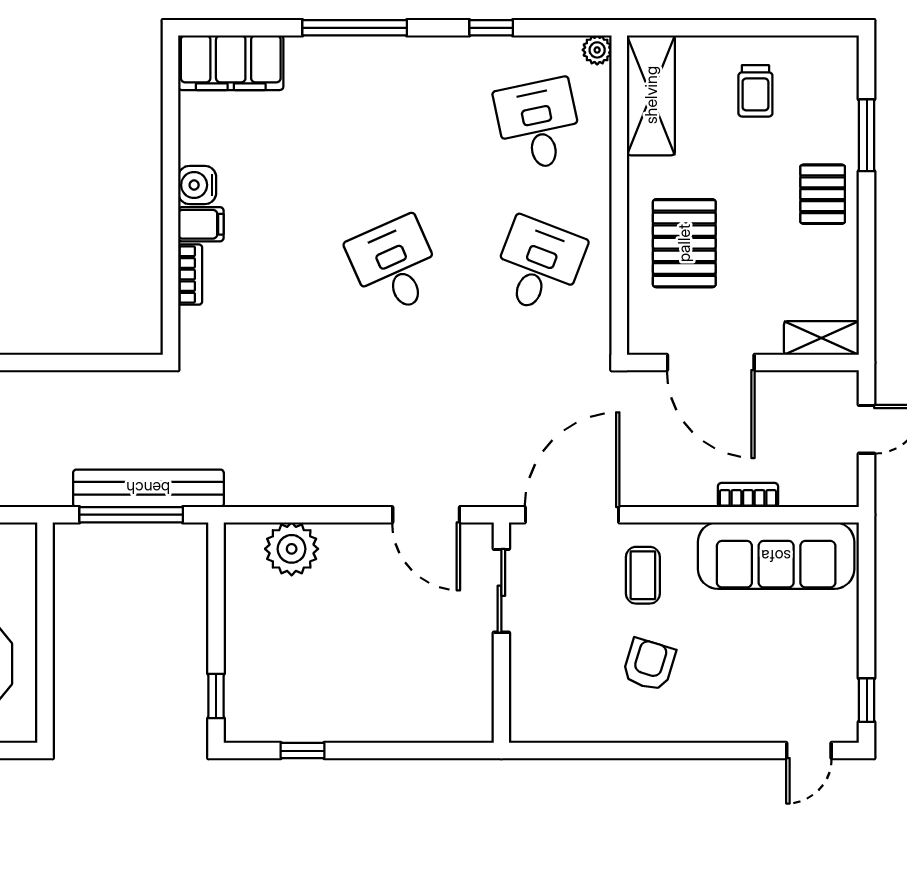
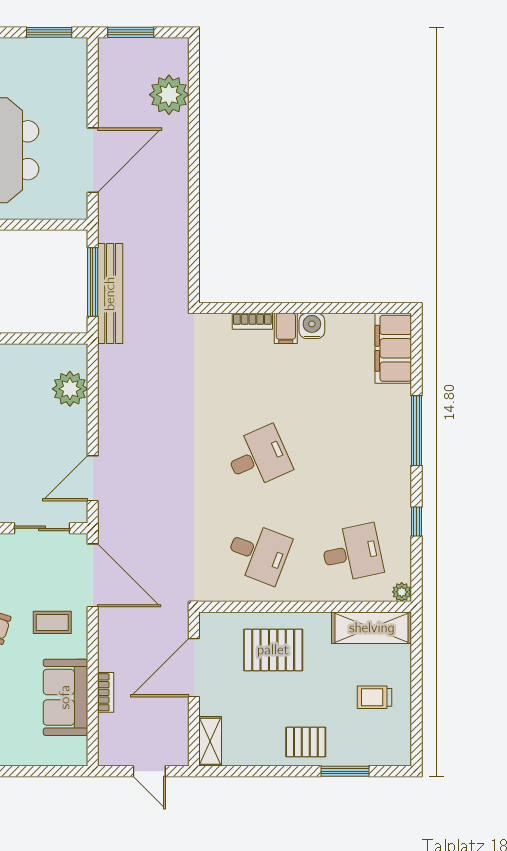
sofa: (776, 556) -> (65, 697), width x0.73

